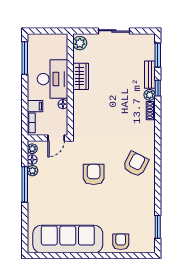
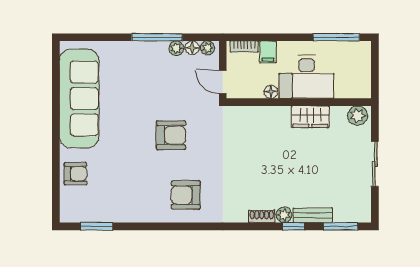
armchair: (136, 164) -> (186, 195), turned 153

